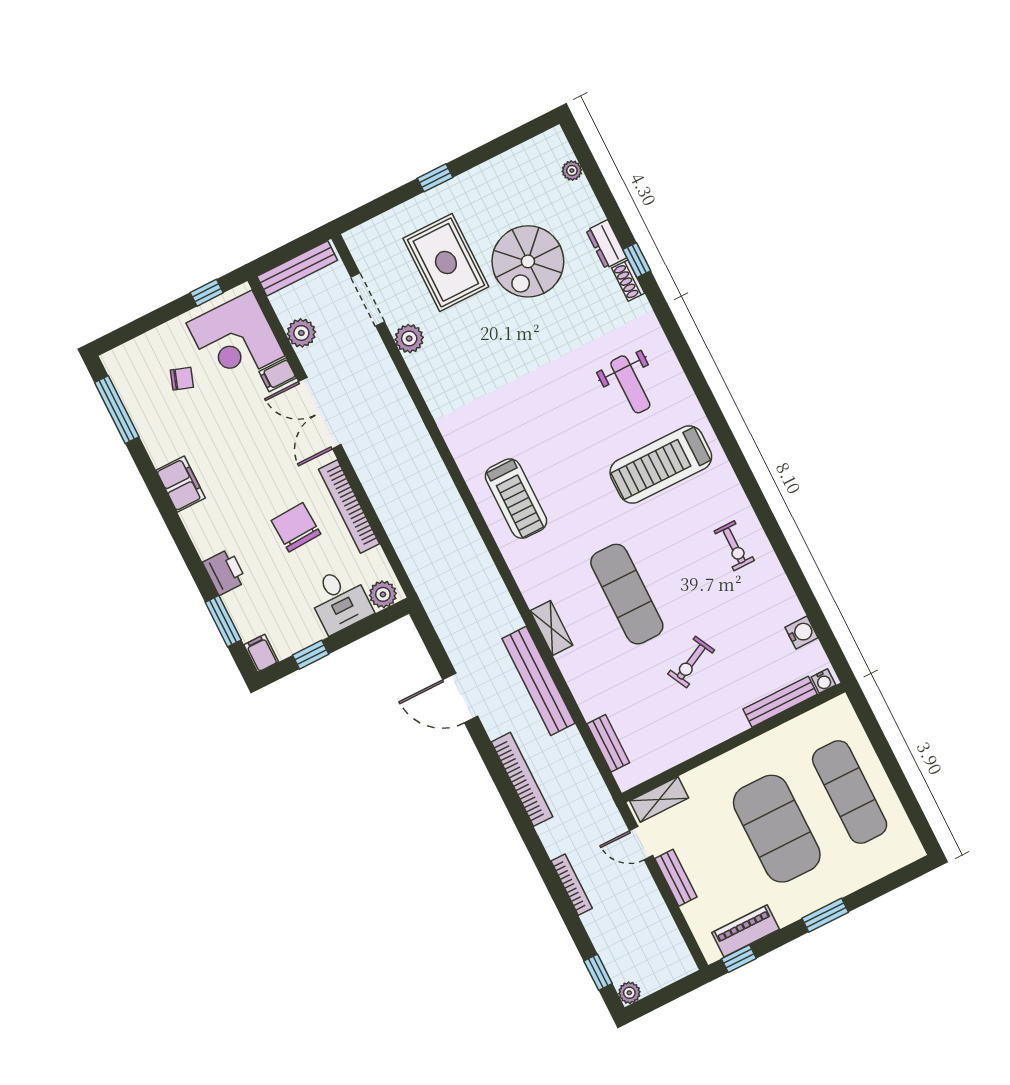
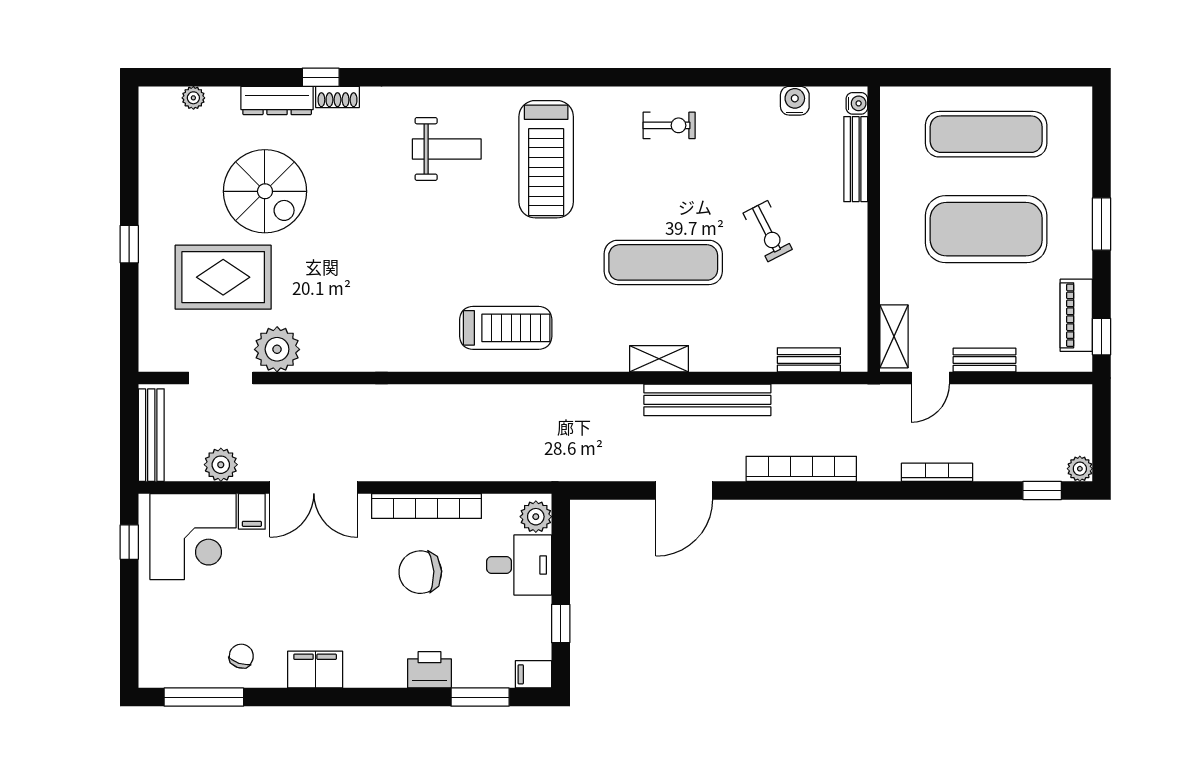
dresser: (606, 244) -> (277, 100), width x1.44
plant: (409, 339) -> (277, 349), width x1.36, depth x1.36
chair: (182, 379) -> (241, 656), moved

